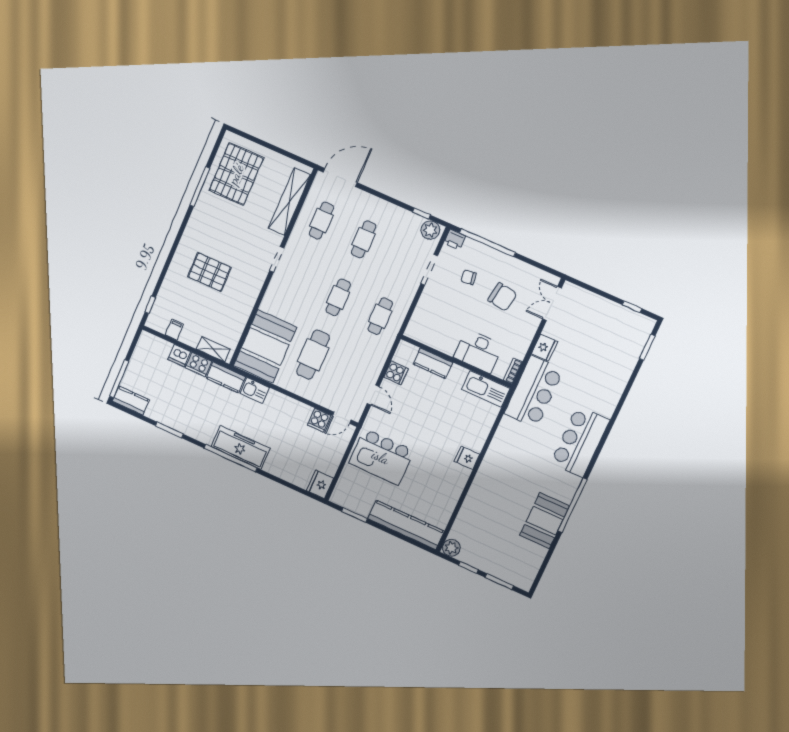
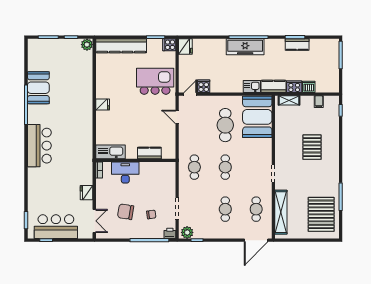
pallet: (209, 272) -> (312, 147), turned 90
cooker: (396, 373) -> (169, 45), moved
bar counter: (534, 392) -> (56, 227), moved, turned 90
kitchen counter: (131, 401) -> (297, 45), moved

